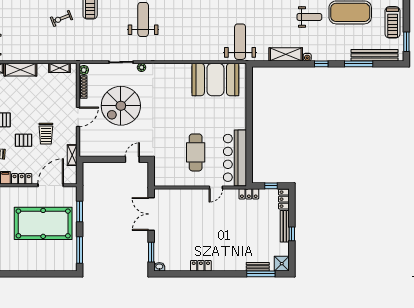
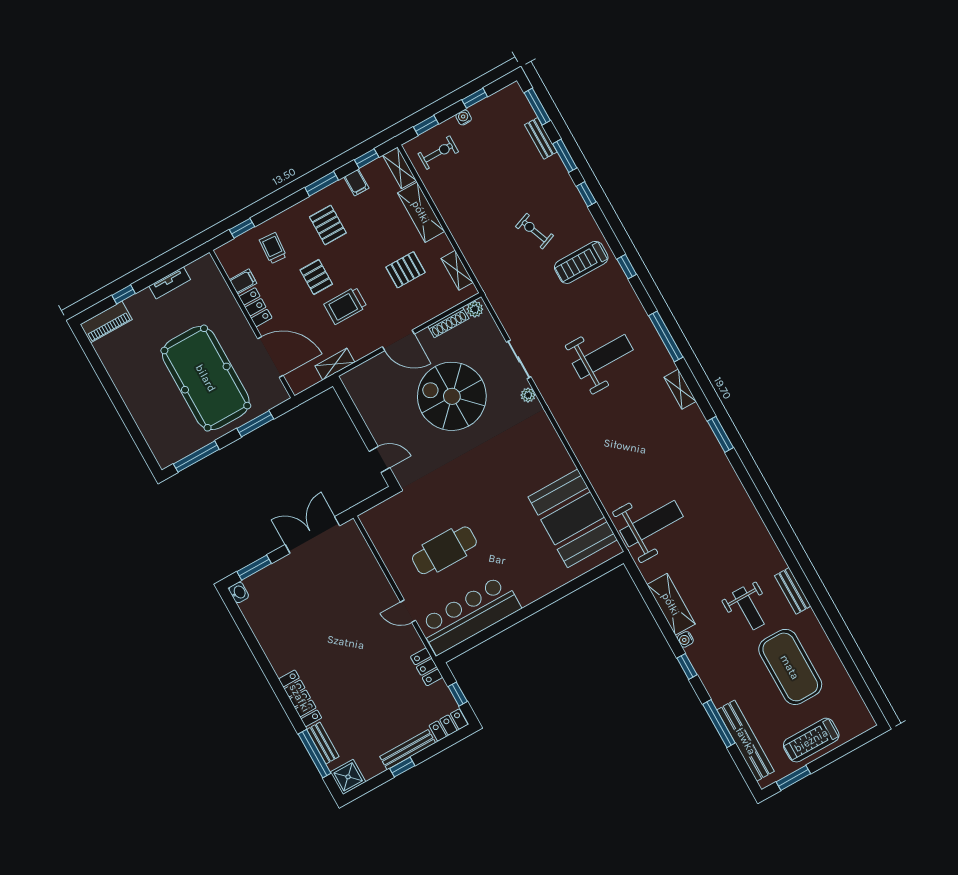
pallet: (45, 94) -> (406, 270), added
locker: (201, 266) -> (300, 698), moved, width x1.53

